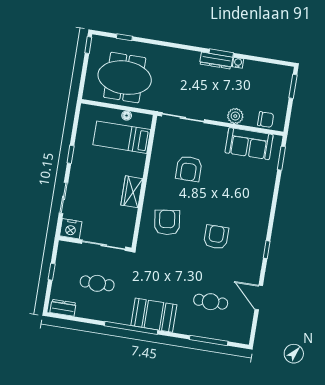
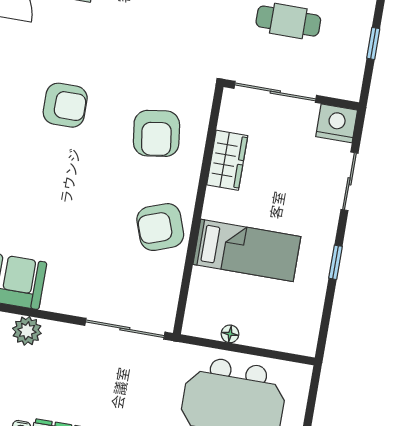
bed: (122, 137) -> (247, 250), moved
armchair: (189, 169) -> (160, 227), moved, turned -110
wardrobe: (132, 192) -> (227, 160), moved
armchair: (216, 237) -> (65, 105), turned -90

